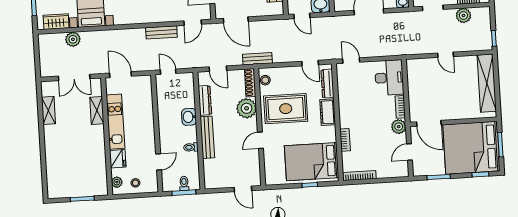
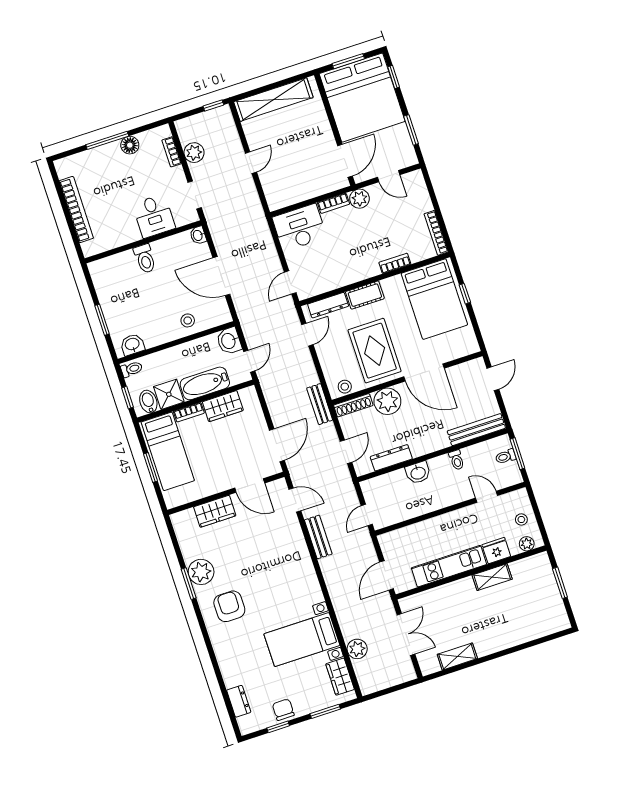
shelving: (97, 110) -> (492, 577), moved
bench: (207, 137) -> (476, 430), moved
door: (260, 140) -> (424, 372), width x1.88

